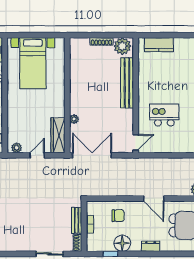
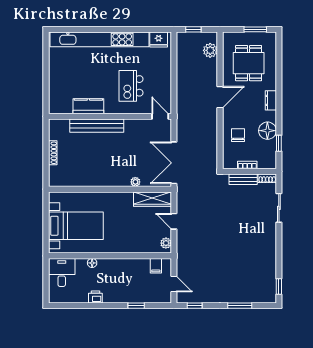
kitchen counter: (159, 45) -> (88, 106), moved, turned -90
plant: (122, 46) -> (58, 131), removed

